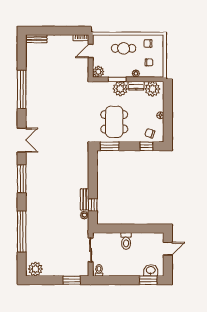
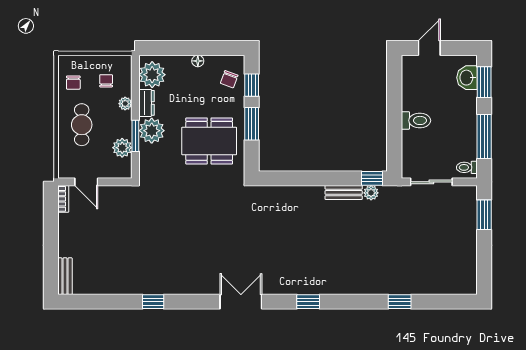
plant: (98, 72) -> (122, 148), moved
window: (22, 89) -> (153, 302), width x0.32
window: (110, 146) -> (252, 124), moved
window: (22, 179) -> (308, 302), width x0.46
window: (93, 205) -> (372, 178), moved
window: (22, 232) -> (400, 302), width x0.32
door: (168, 249) -> (429, 48), hinge flipped
plant: (35, 269) -> (465, 278), removed
window: (117, 280) -> (484, 137), added

